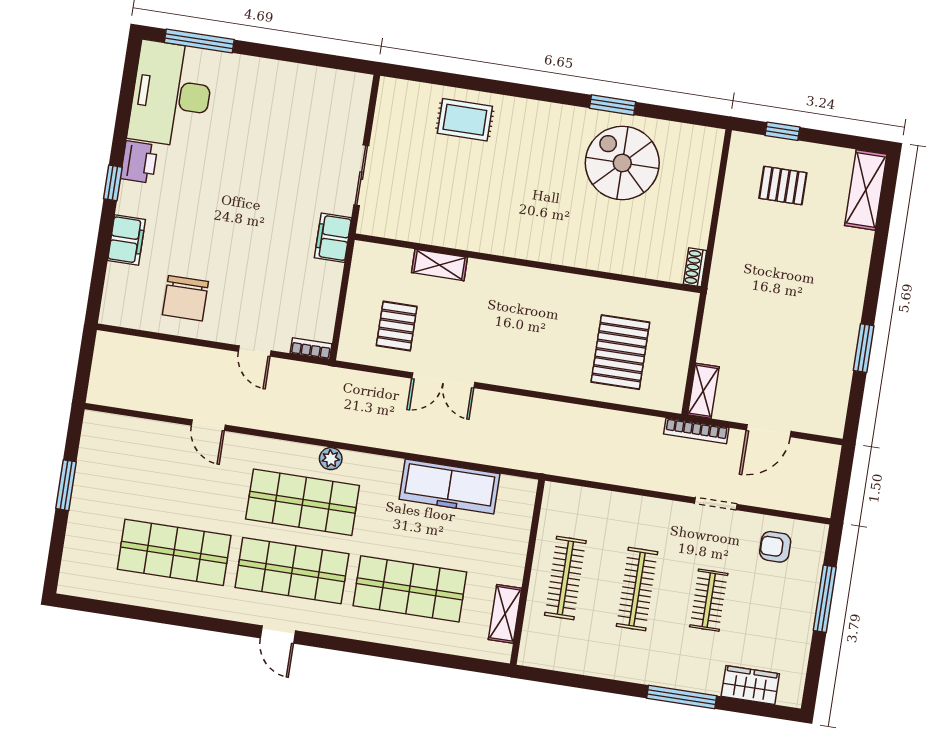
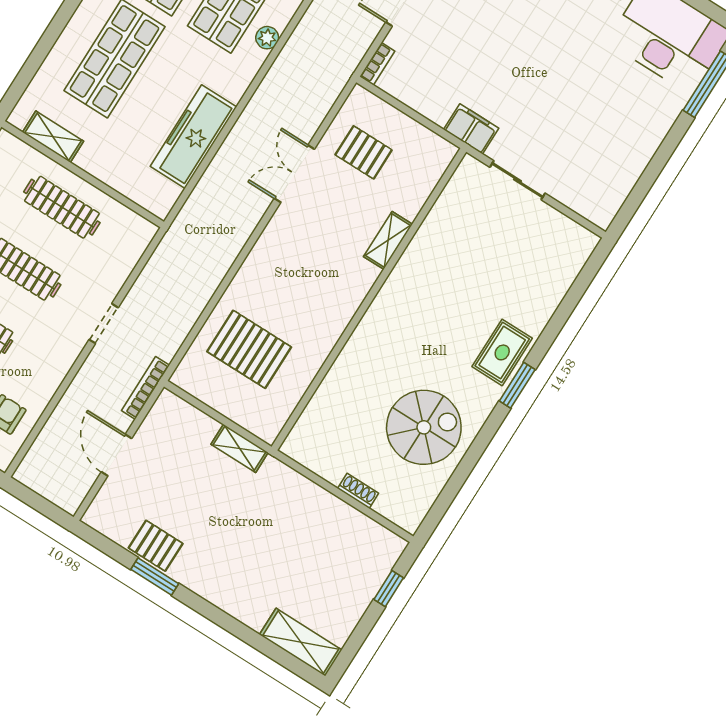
window: (613, 105) -> (517, 385), moved
rug: (465, 120) -> (502, 352), moved
pallet: (783, 186) -> (156, 546), moved, turned 90
shelving: (440, 265) -> (388, 240), moved
shoe rack: (695, 267) -> (358, 491), moved
shelving: (703, 391) -> (240, 448), moved
doorway: (716, 504) -> (104, 324), moved

